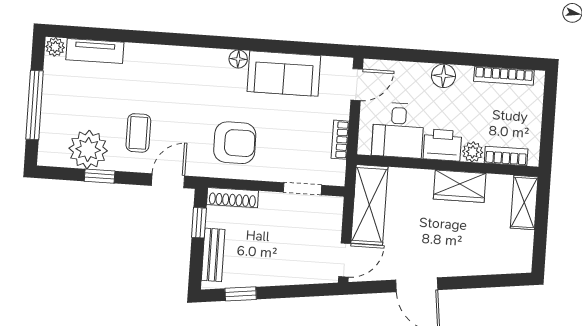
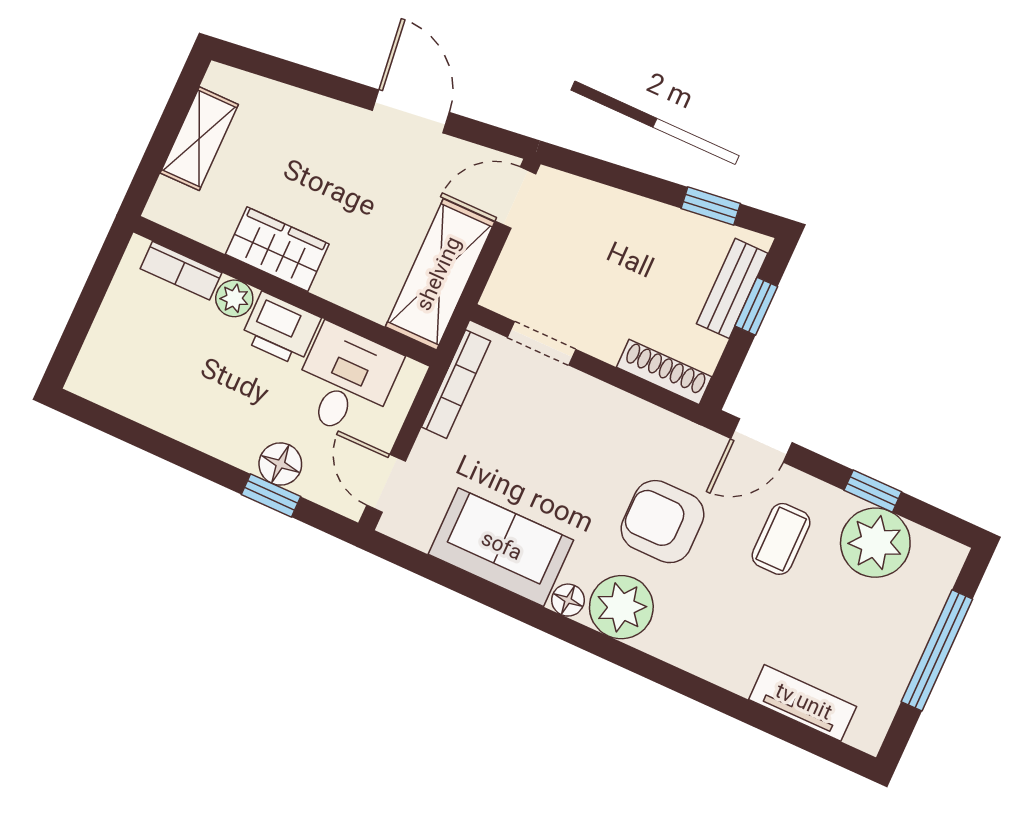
plant: (55, 47) -> (621, 607), moved, width x1.88, depth x1.88
window: (415, 56) -> (271, 495), added
floor lamp: (443, 76) -> (280, 464), moved
bookcase: (504, 76) -> (134, 406), removed
door: (357, 85) -> (386, 483), hinge flipped
bookcase: (340, 140) -> (456, 384), width x1.56
armchair: (235, 143) -> (663, 522), moved
shelving: (524, 203) -> (199, 139), moved
window: (199, 223) -> (756, 306), moved

